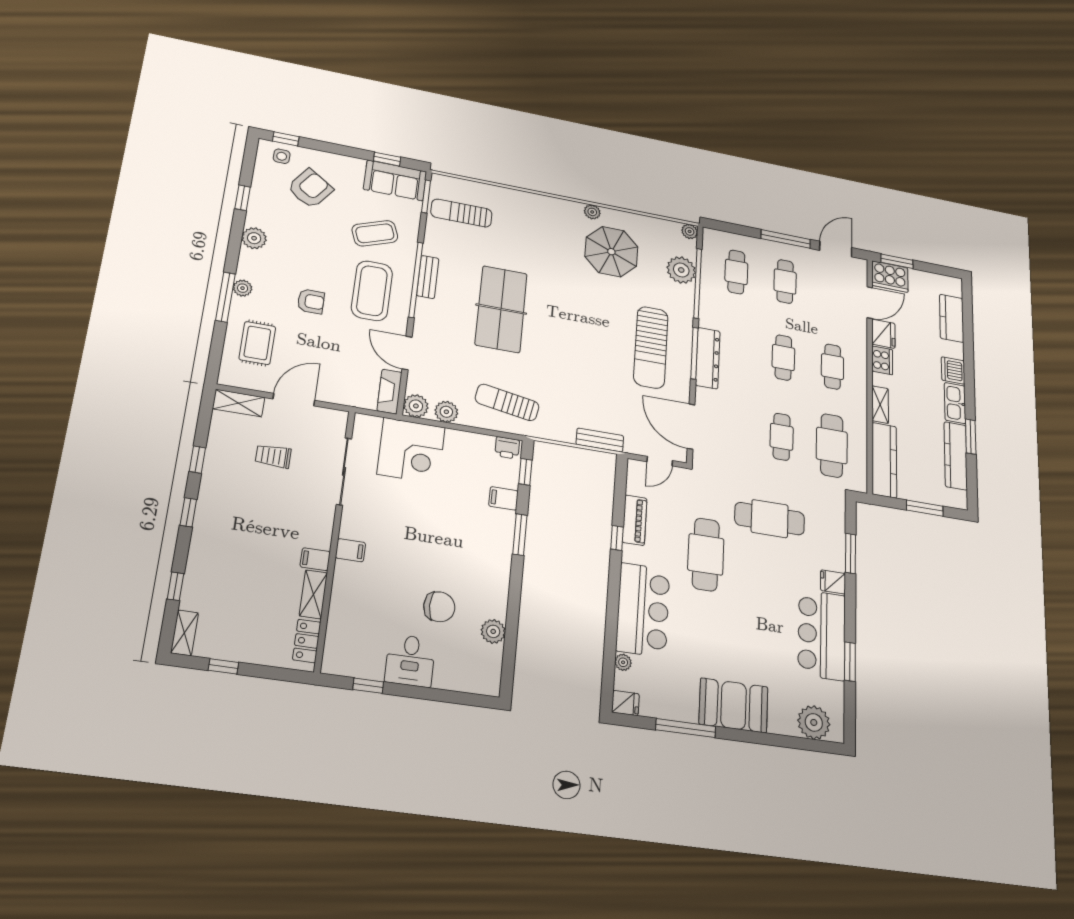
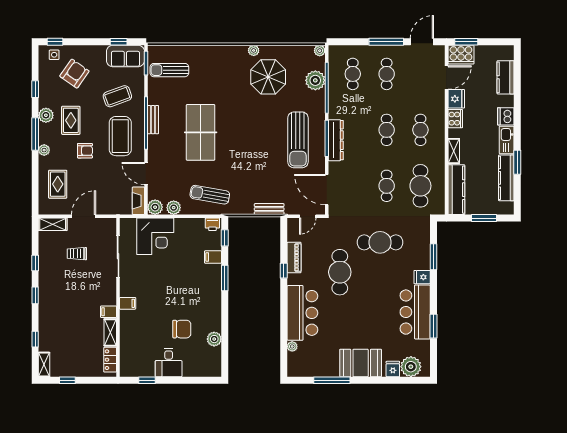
rug: (294, 253) -> (71, 120), added
window: (225, 297) -> (35, 134), moved
fridge: (625, 703) -> (393, 369), moved, turned -90

